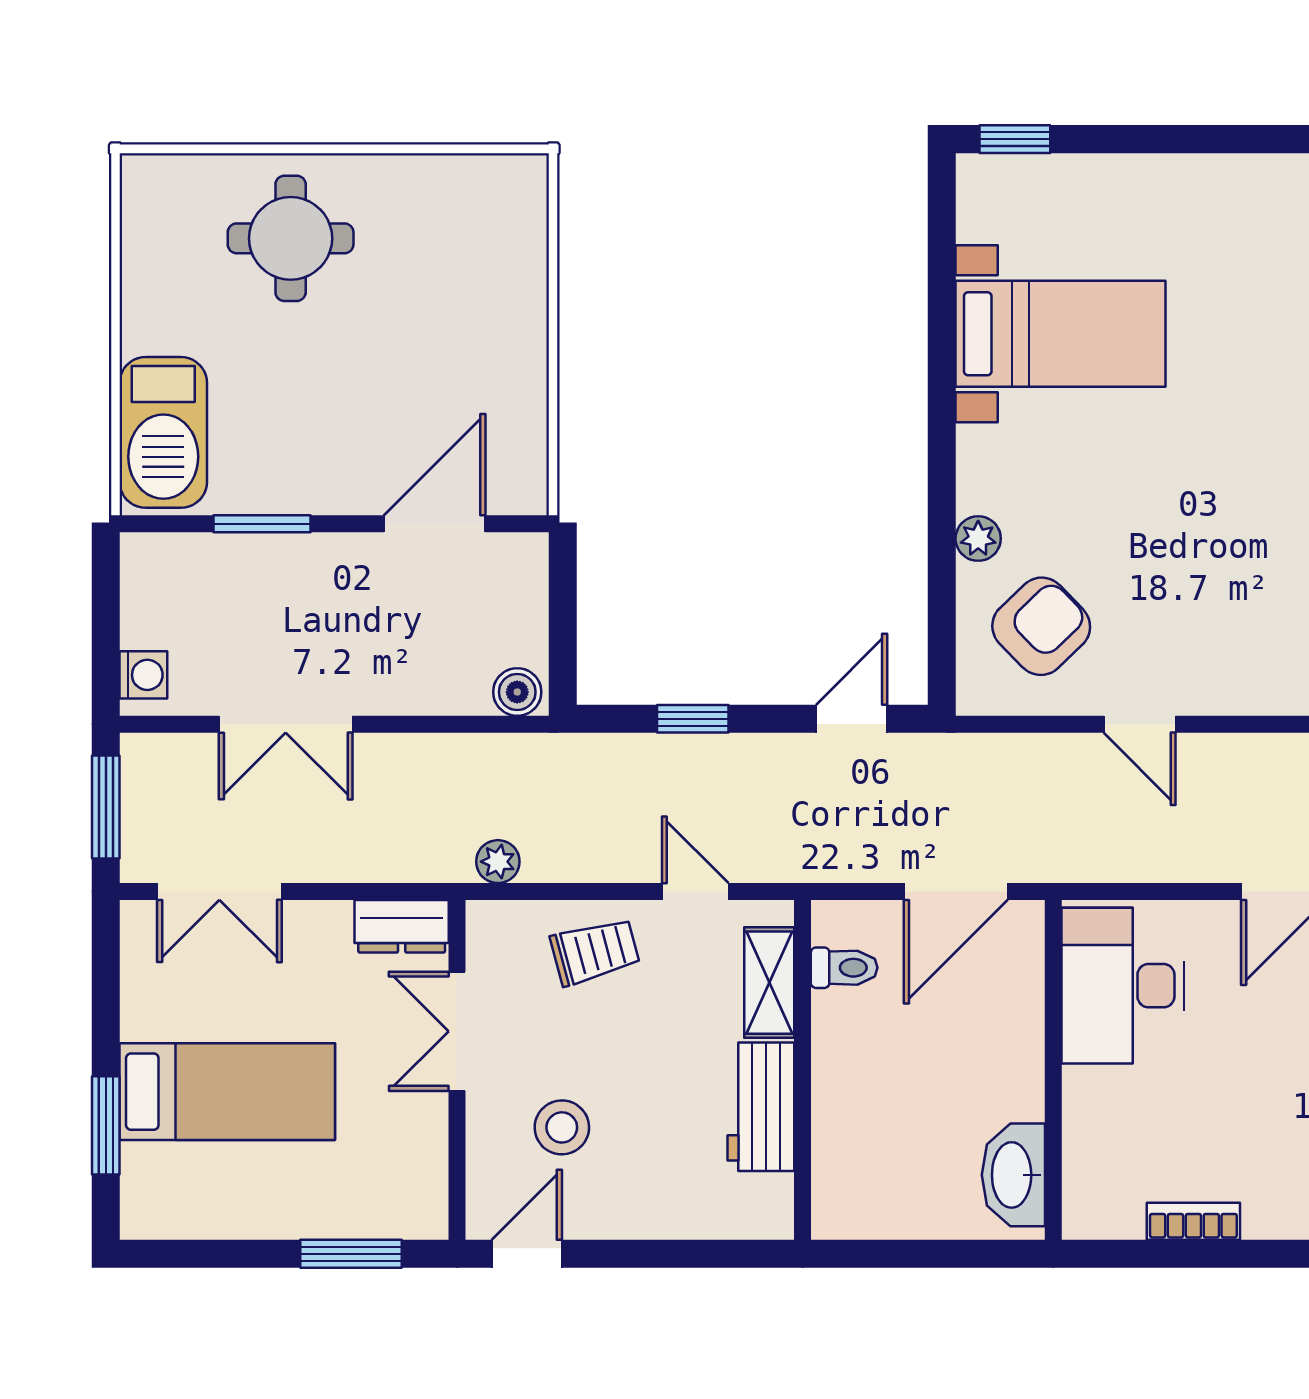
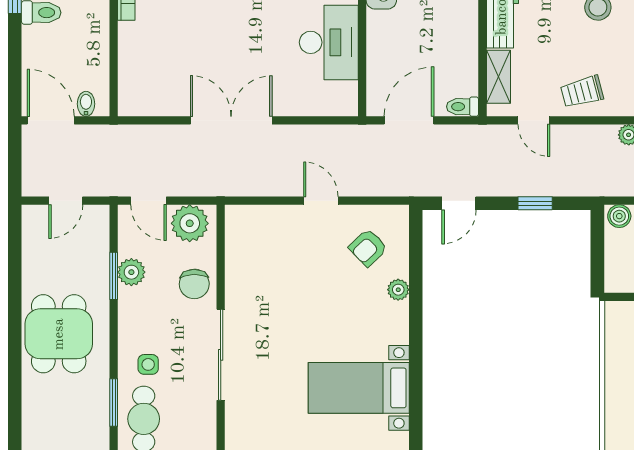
armchair: (1041, 626) -> (368, 248), width x0.72, depth x0.72
toilet: (844, 968) -> (463, 107), moved
desk: (1123, 986) -> (329, 42), moved

